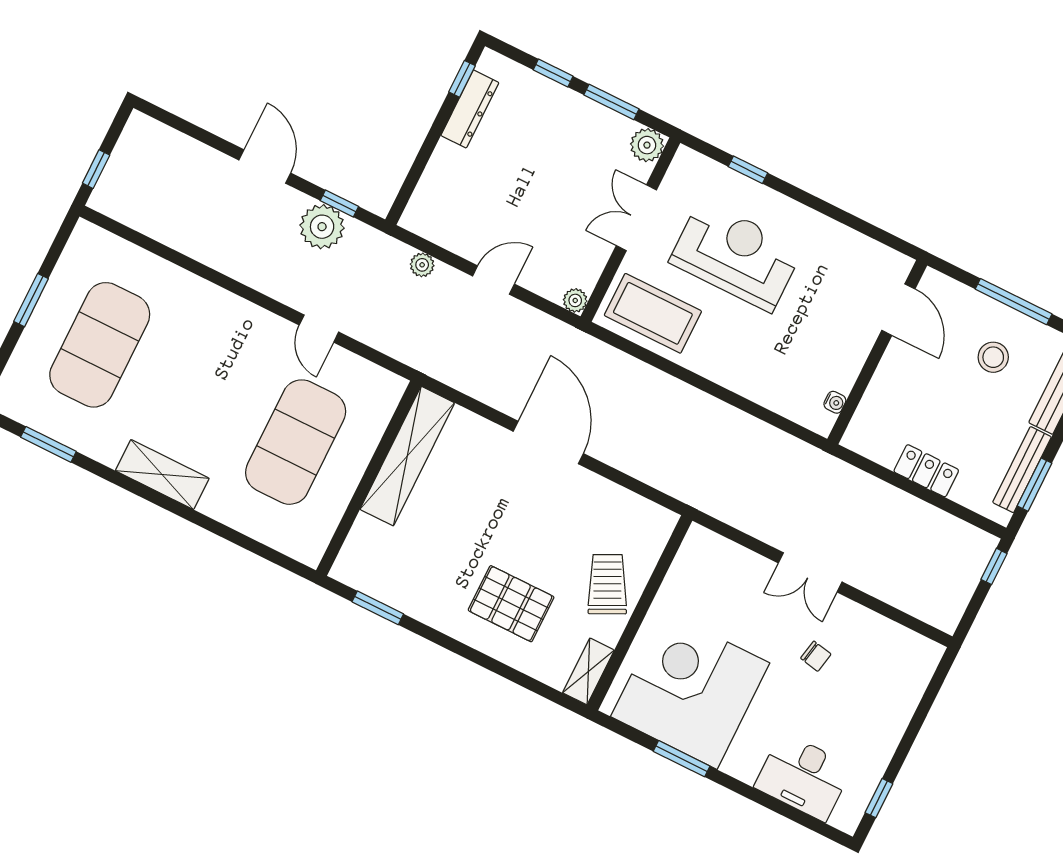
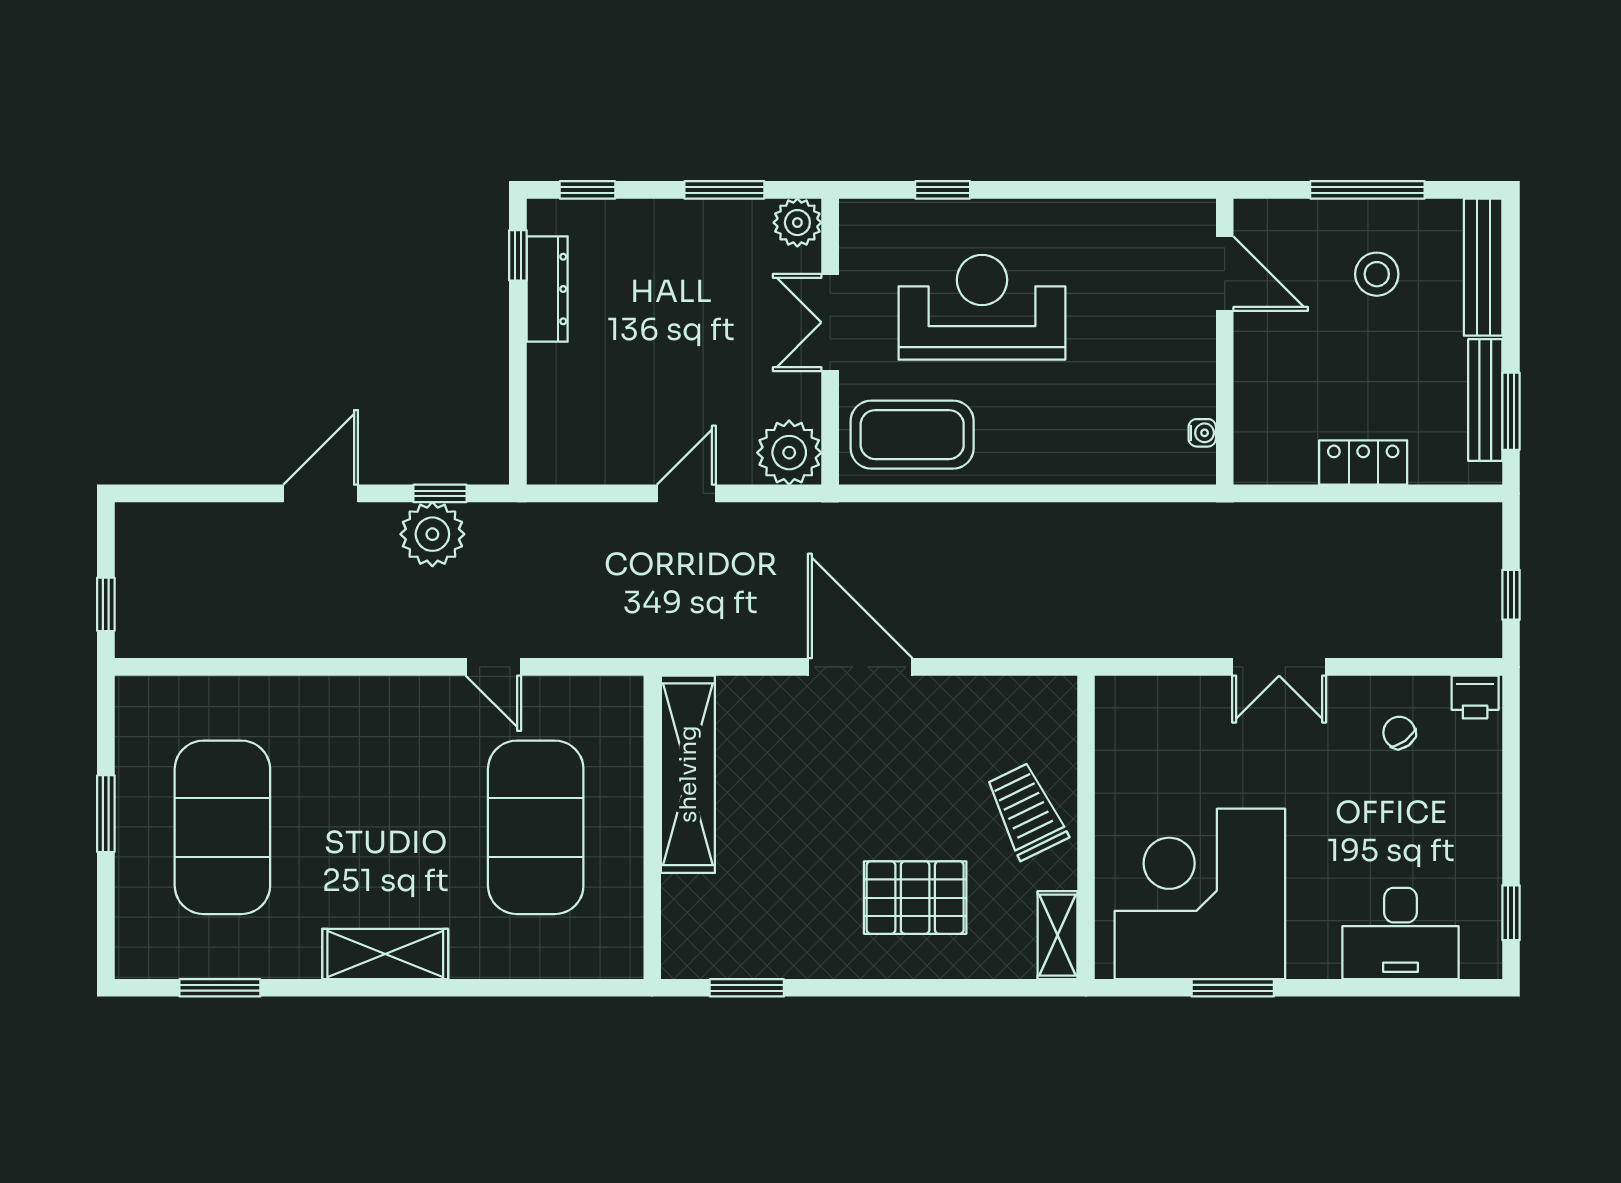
window: (553, 73) -> (587, 190), moved
door: (265, 166) -> (321, 493), hinge flipped
plant: (422, 265) -> (585, 519), removed
plant: (575, 300) -> (789, 453), width x1.88, depth x1.88
window: (994, 566) -> (1511, 595), moved
printer: (923, 652) -> (1475, 697), added
chair: (816, 656) -> (1399, 733), moved, turned -137

